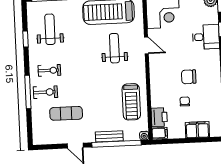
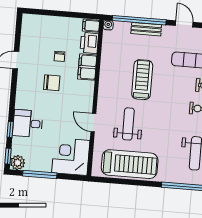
weight bench: (114, 48) -> (128, 124), turned 180
treadmill: (131, 102) -> (142, 80), moved
filing cabinet: (197, 130) -> (87, 67), moved, turned 90

